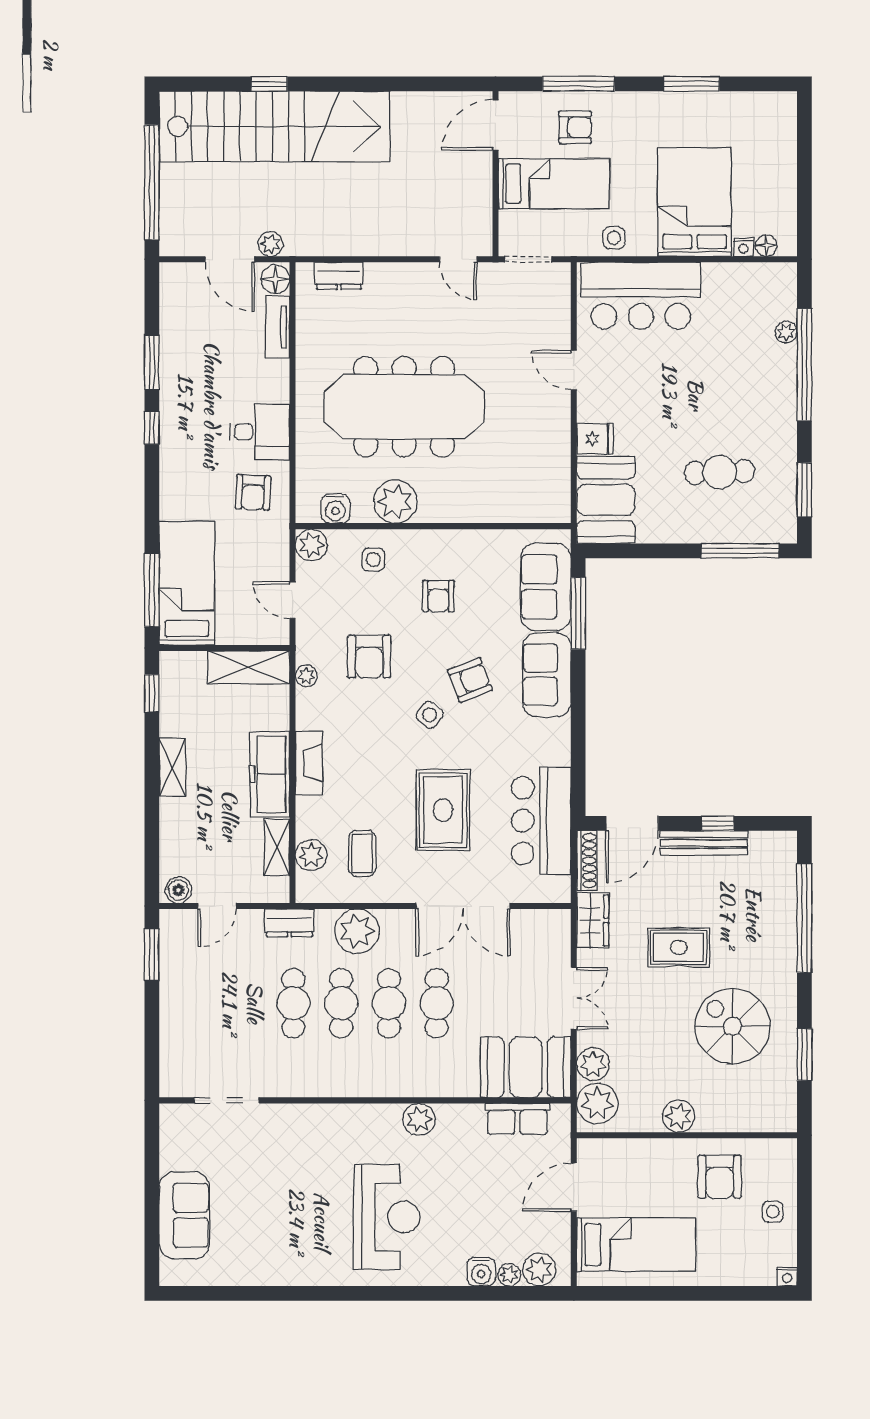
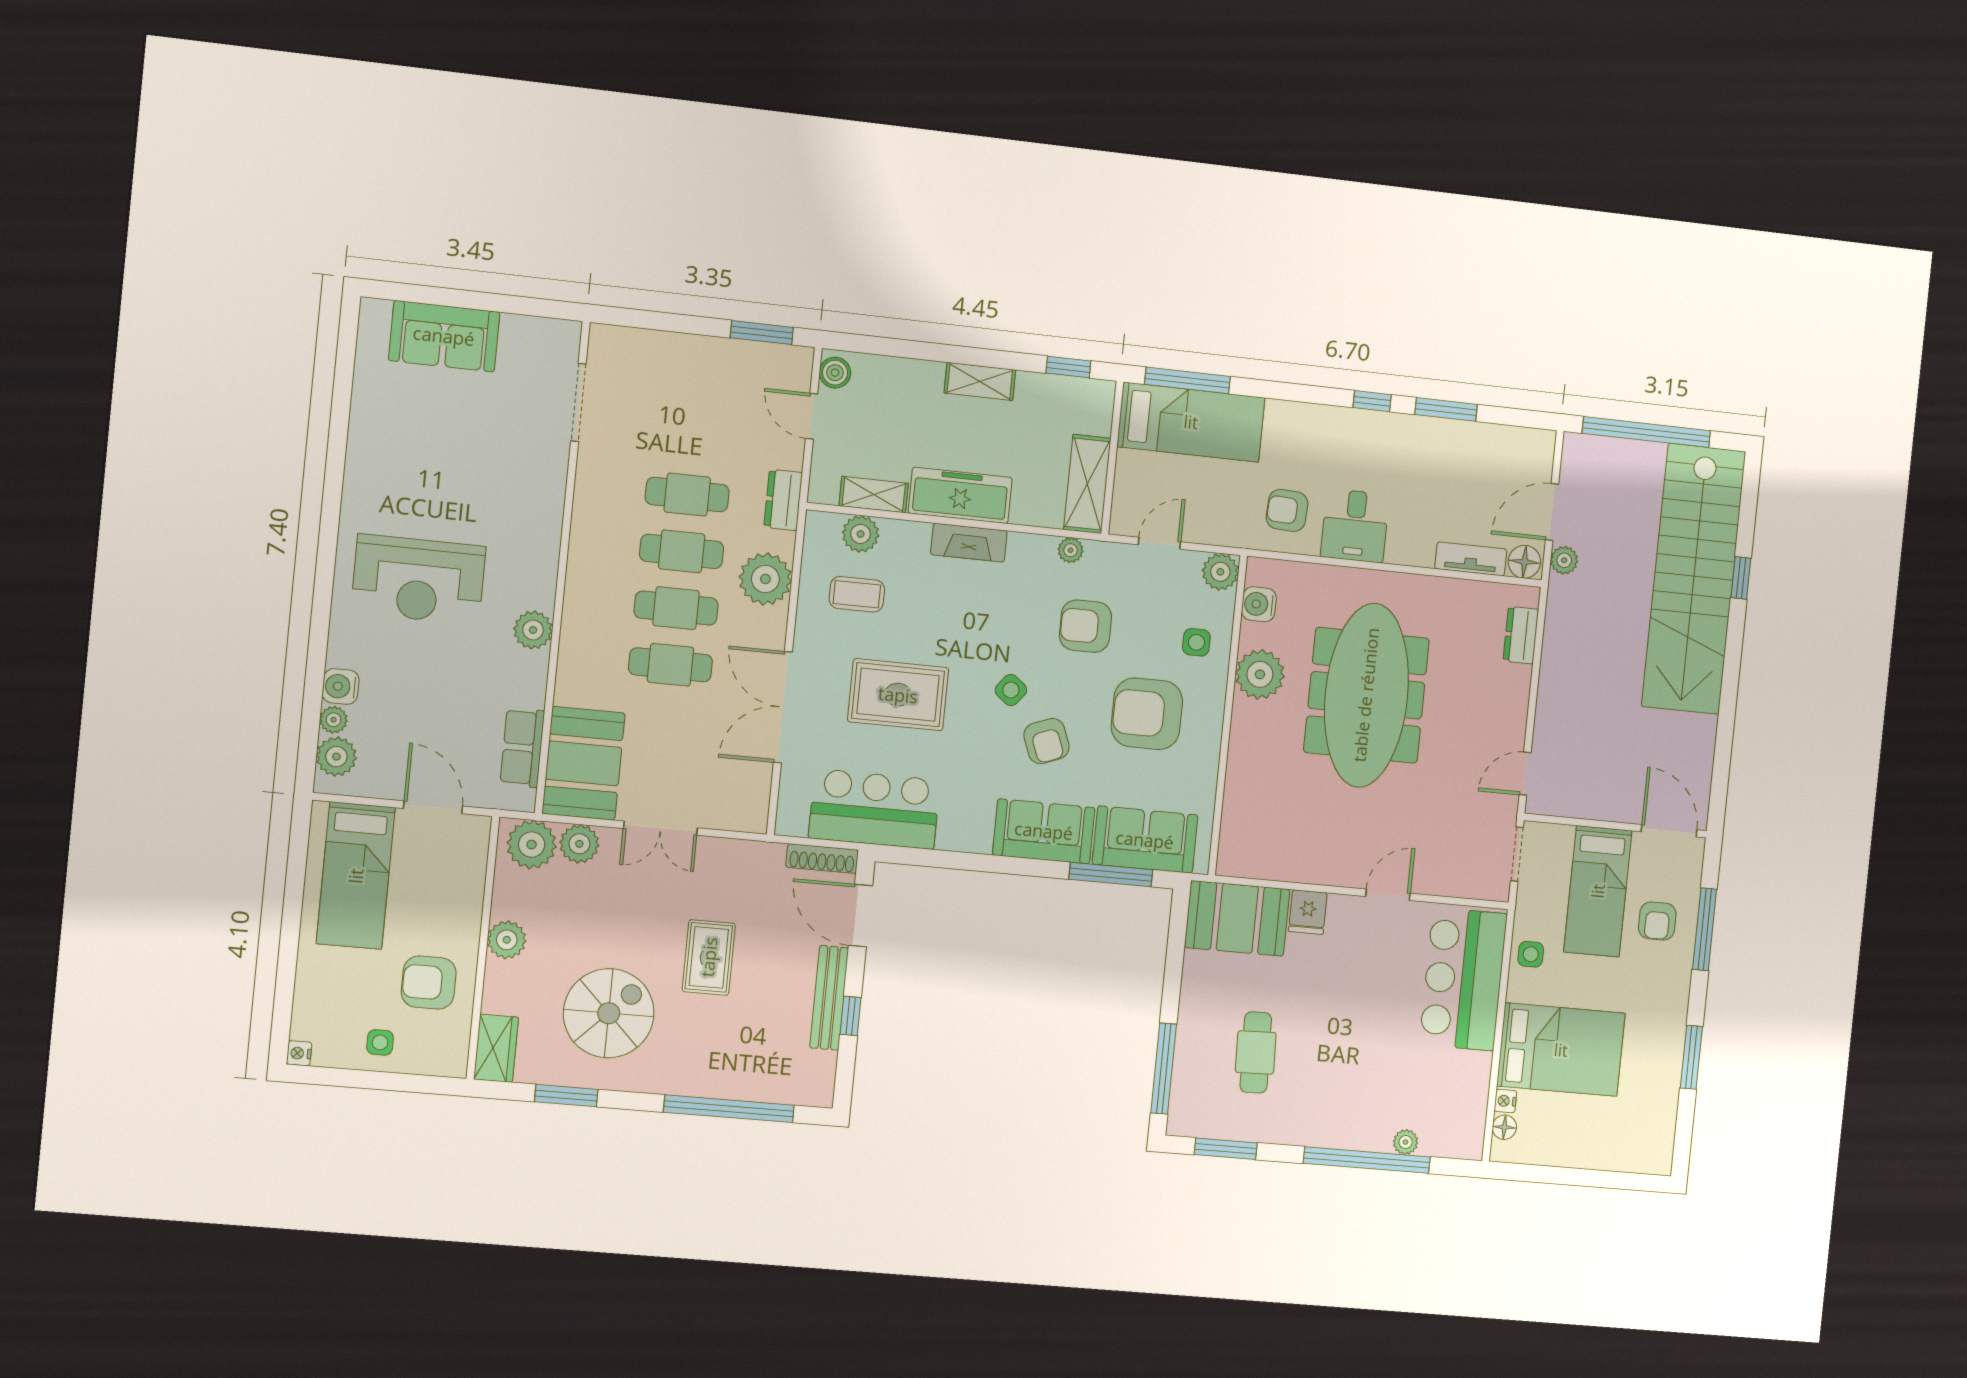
armchair: (438, 596) -> (1147, 714), width x1.88, depth x1.88
wardrobe: (593, 920) -> (496, 1048), moved, turned -90

